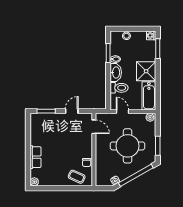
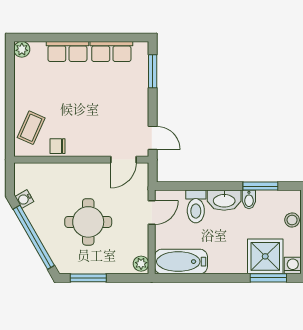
shower: (146, 71) -> (265, 256), moved
door: (72, 111) -> (153, 138), moved
row of seats: (35, 133) -> (111, 51), added
round table: (128, 146) -> (88, 222), width x0.73, depth x0.73

